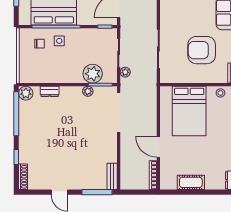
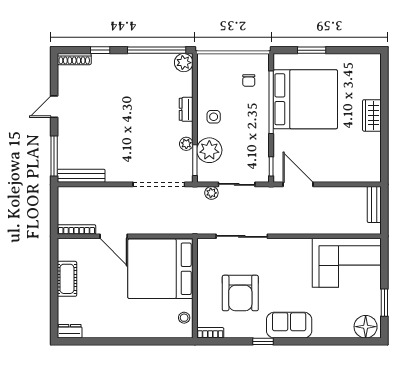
side table: (59, 41) -> (214, 117), moved
armchair: (202, 50) -> (240, 293), turned 180
dresser: (50, 91) -> (186, 109), moved
bed: (189, 111) -> (160, 269), width x1.36
door: (158, 147) -> (114, 236), swing flipped
bench: (112, 176) -> (81, 176), width x1.36

